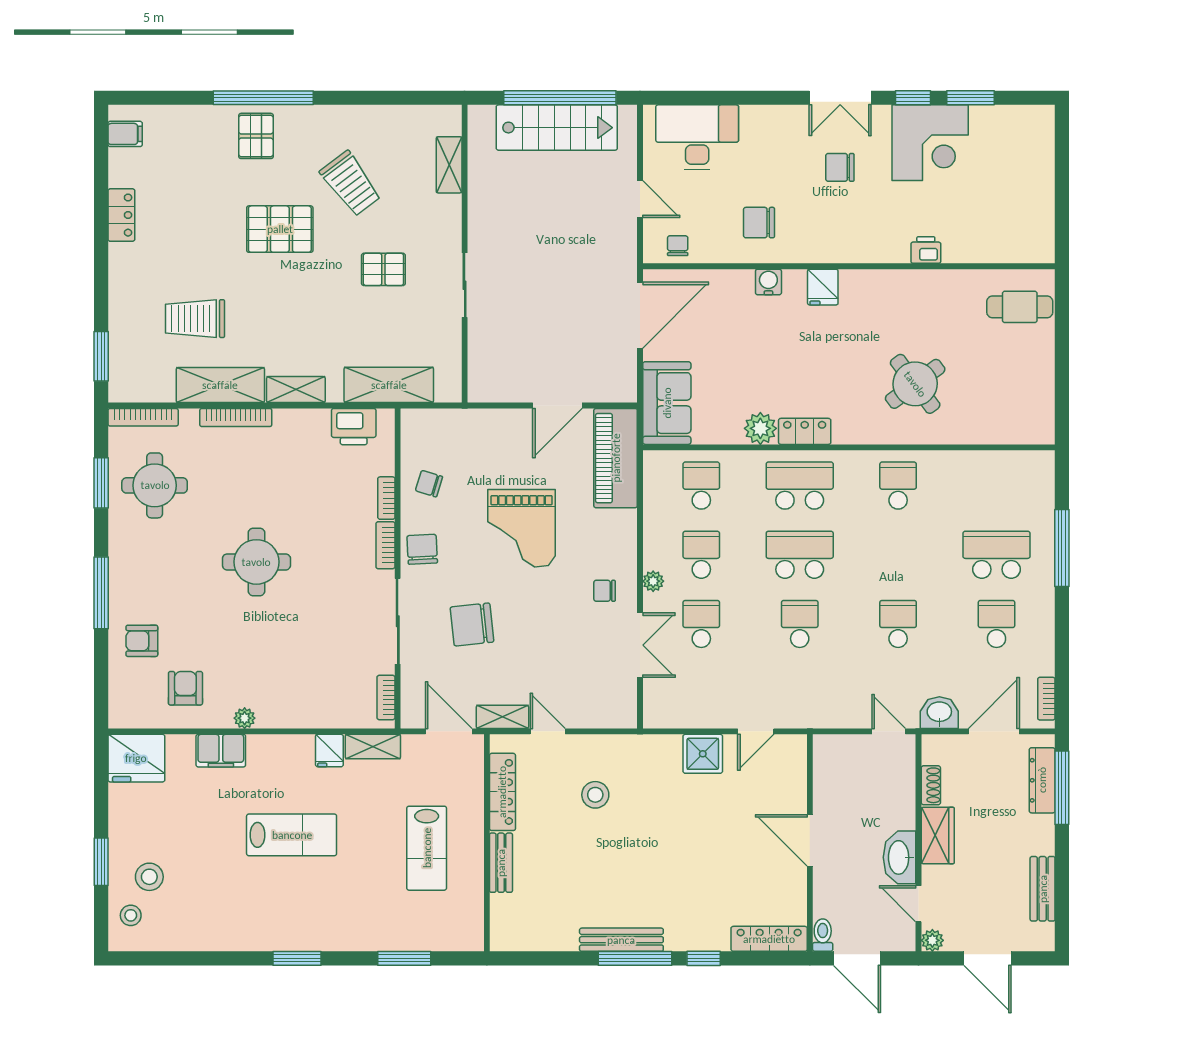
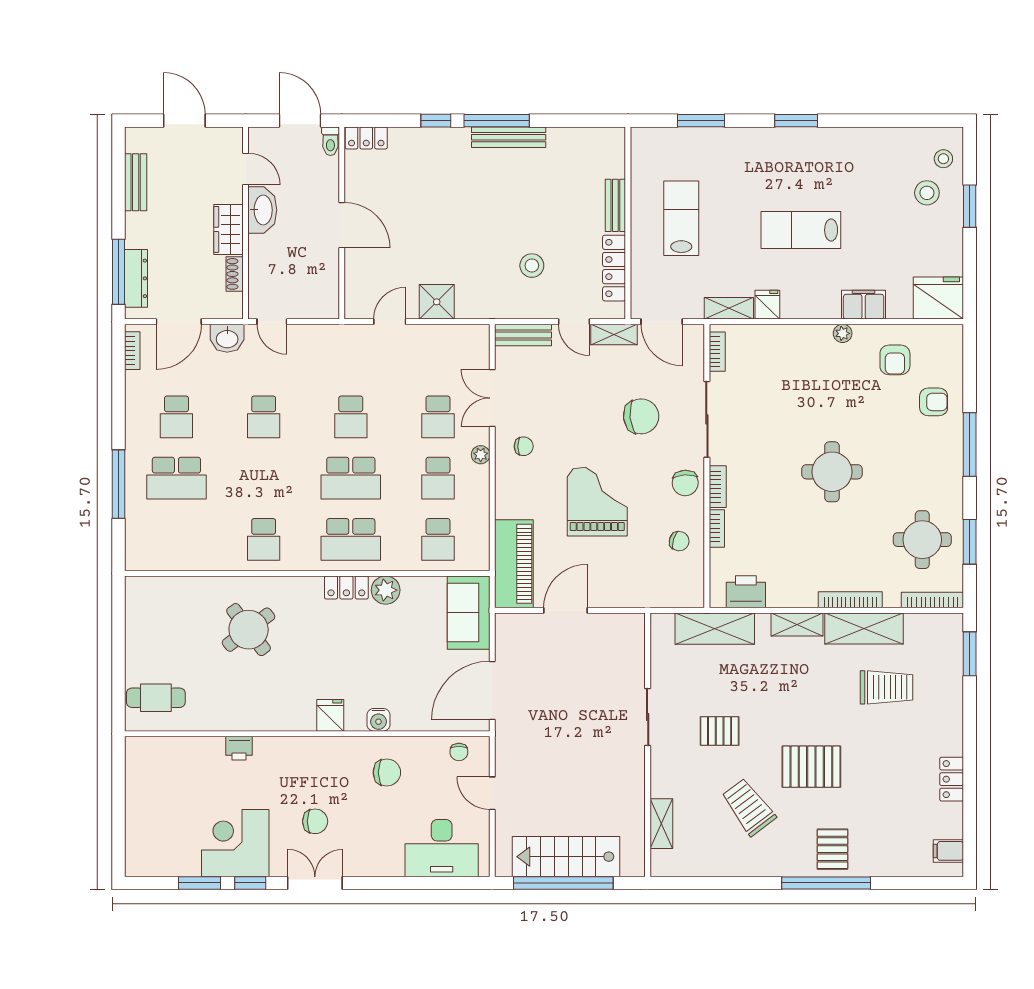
bench: (605, 716) -> (523, 335), added
locker: (769, 939) -> (366, 138), width x0.66
plant: (932, 940) -> (233, 137), removed

